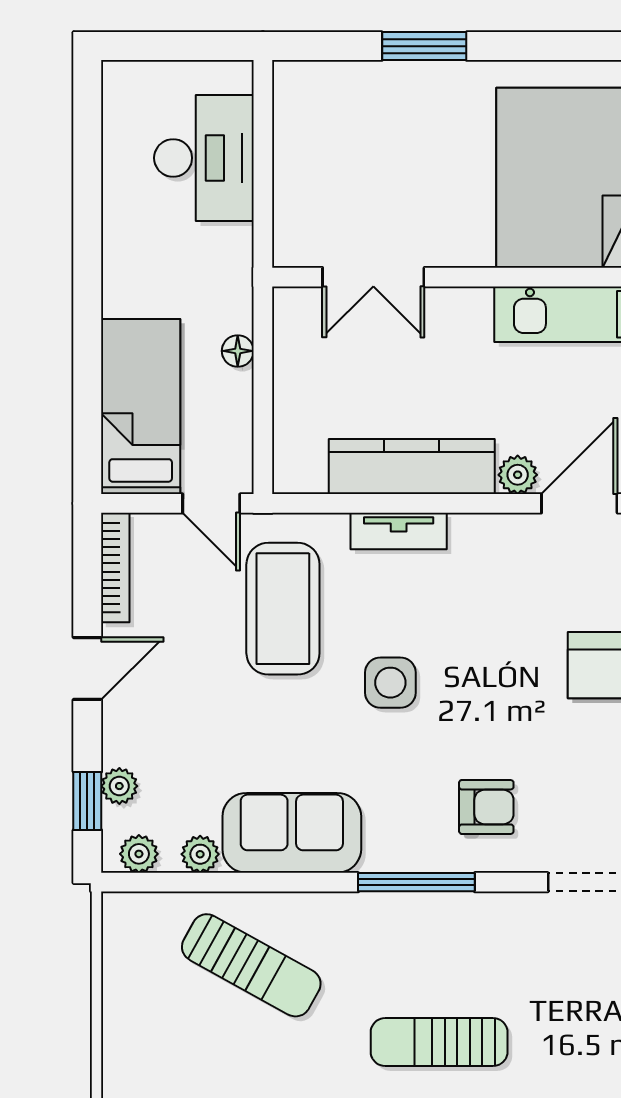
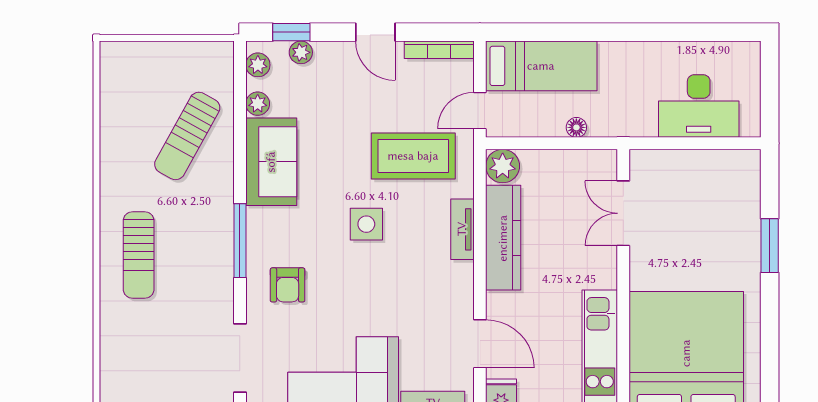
plant: (518, 475) -> (503, 166), moved, width x1.38, depth x1.38
sun lounger: (439, 1042) -> (139, 255), turned 180

